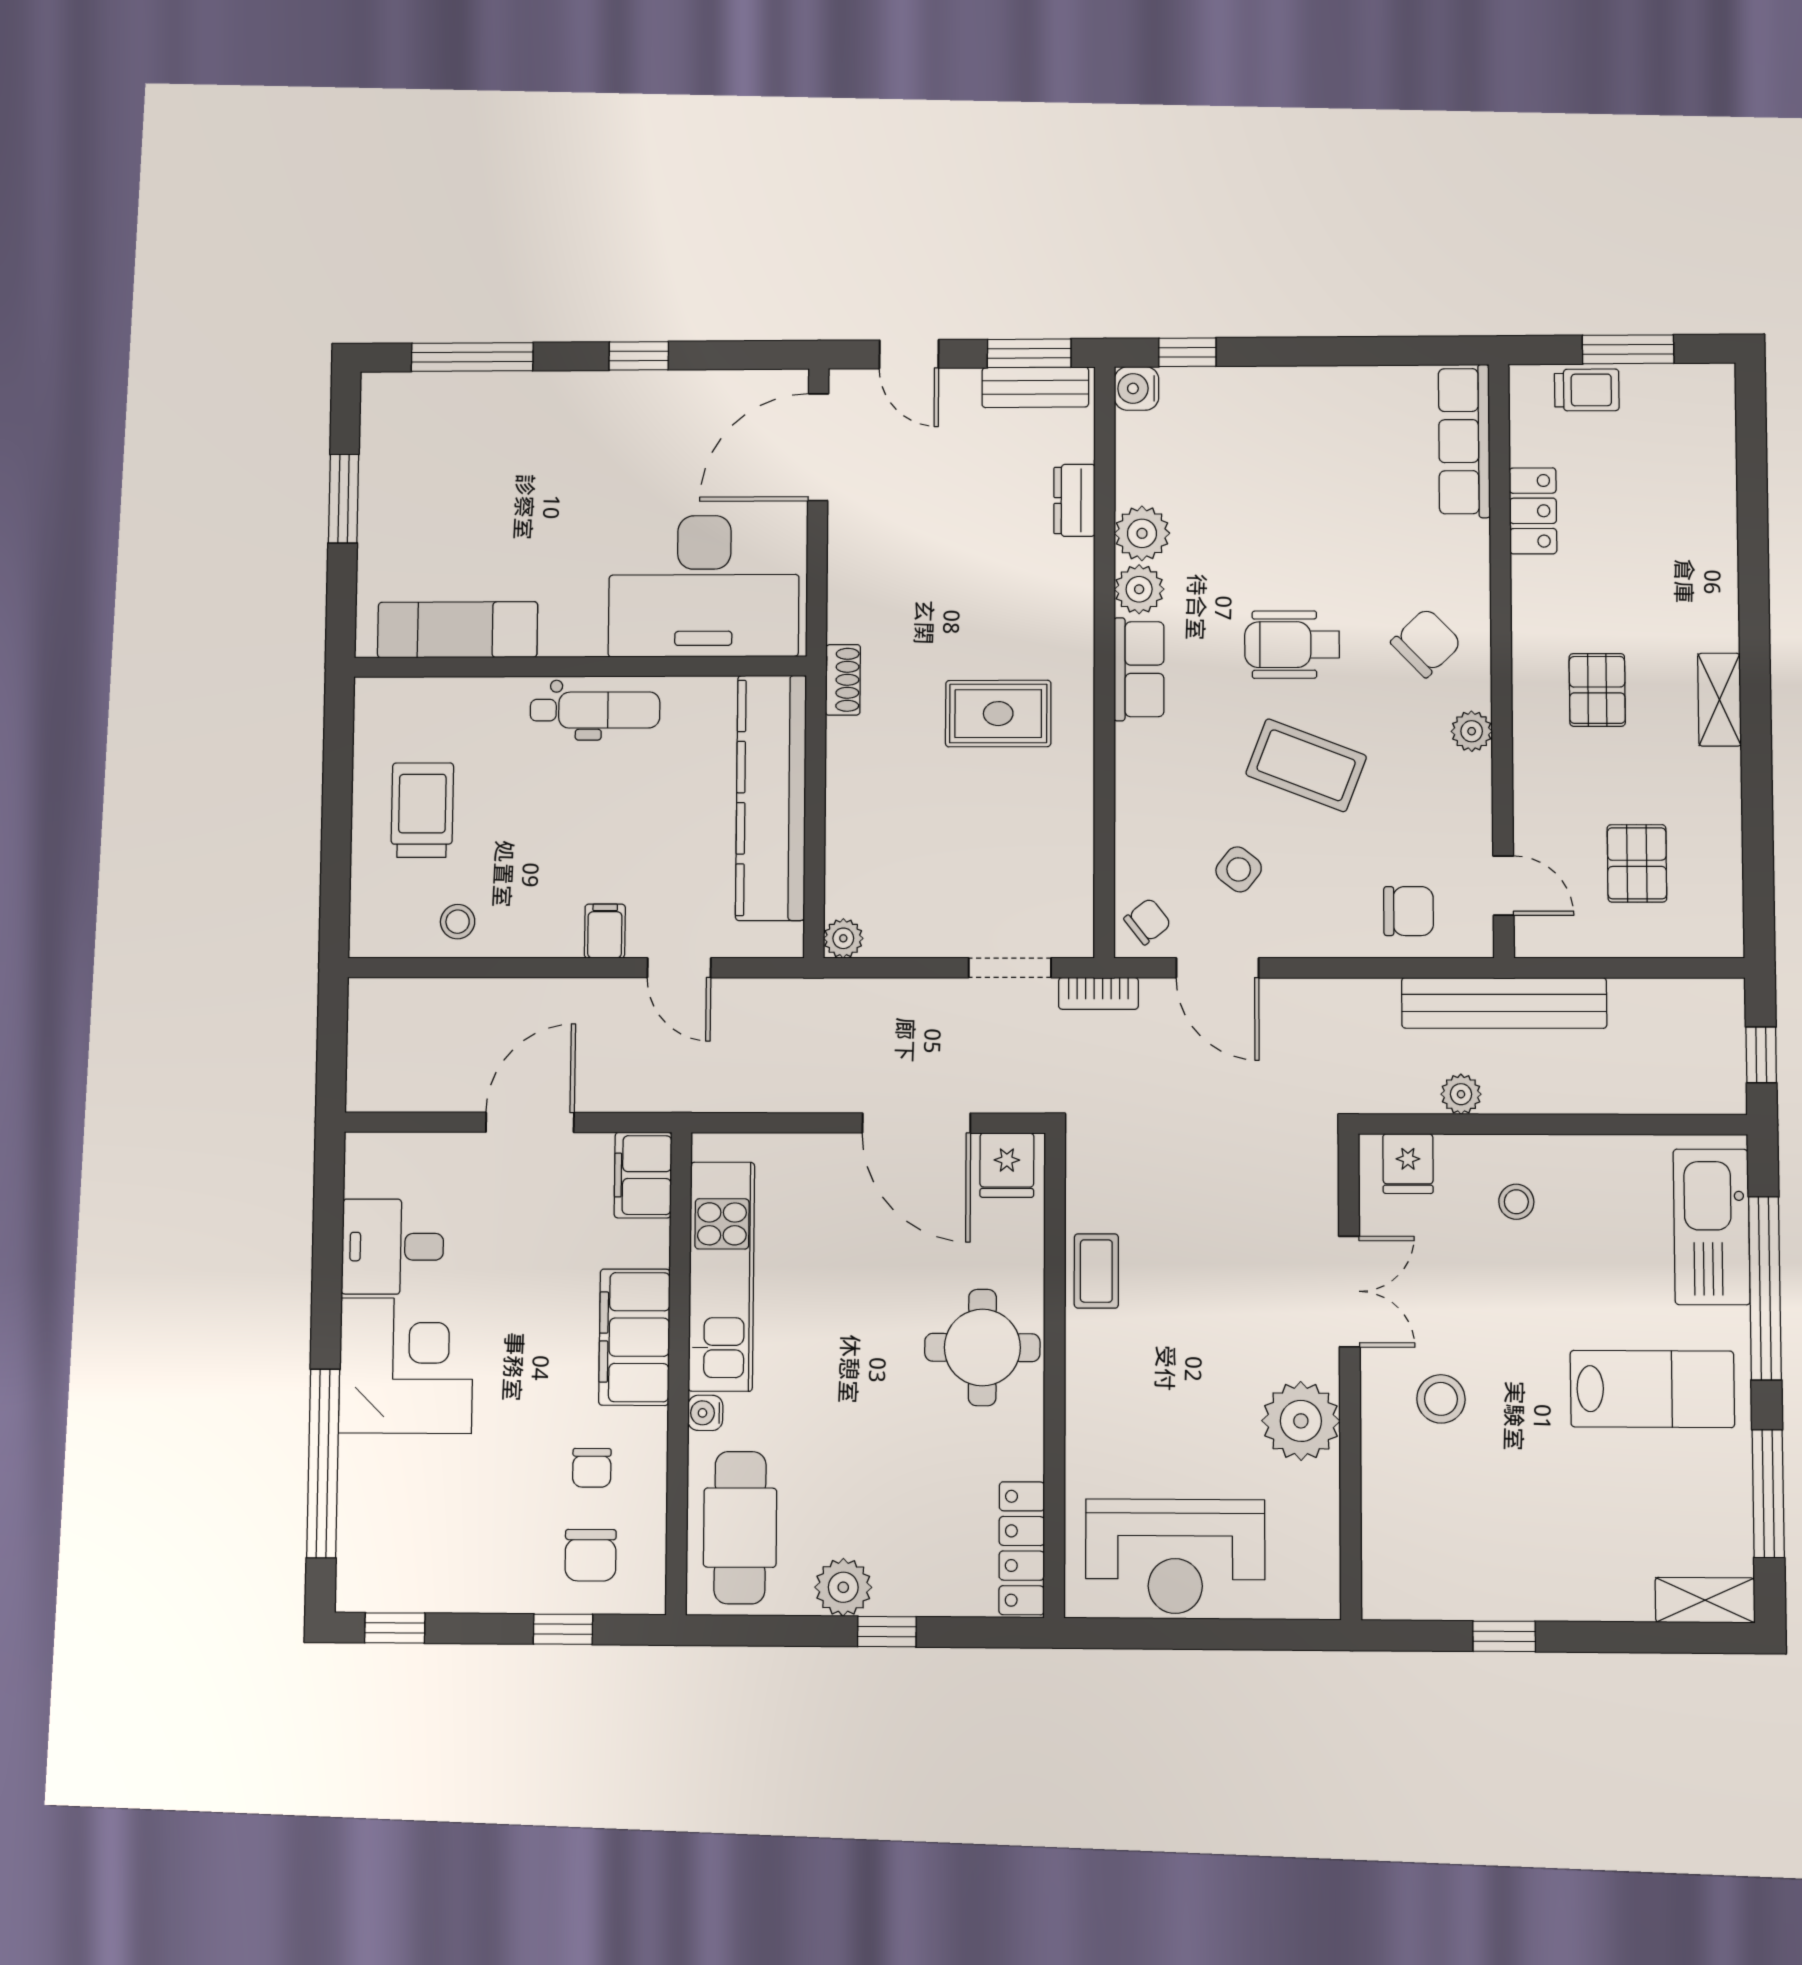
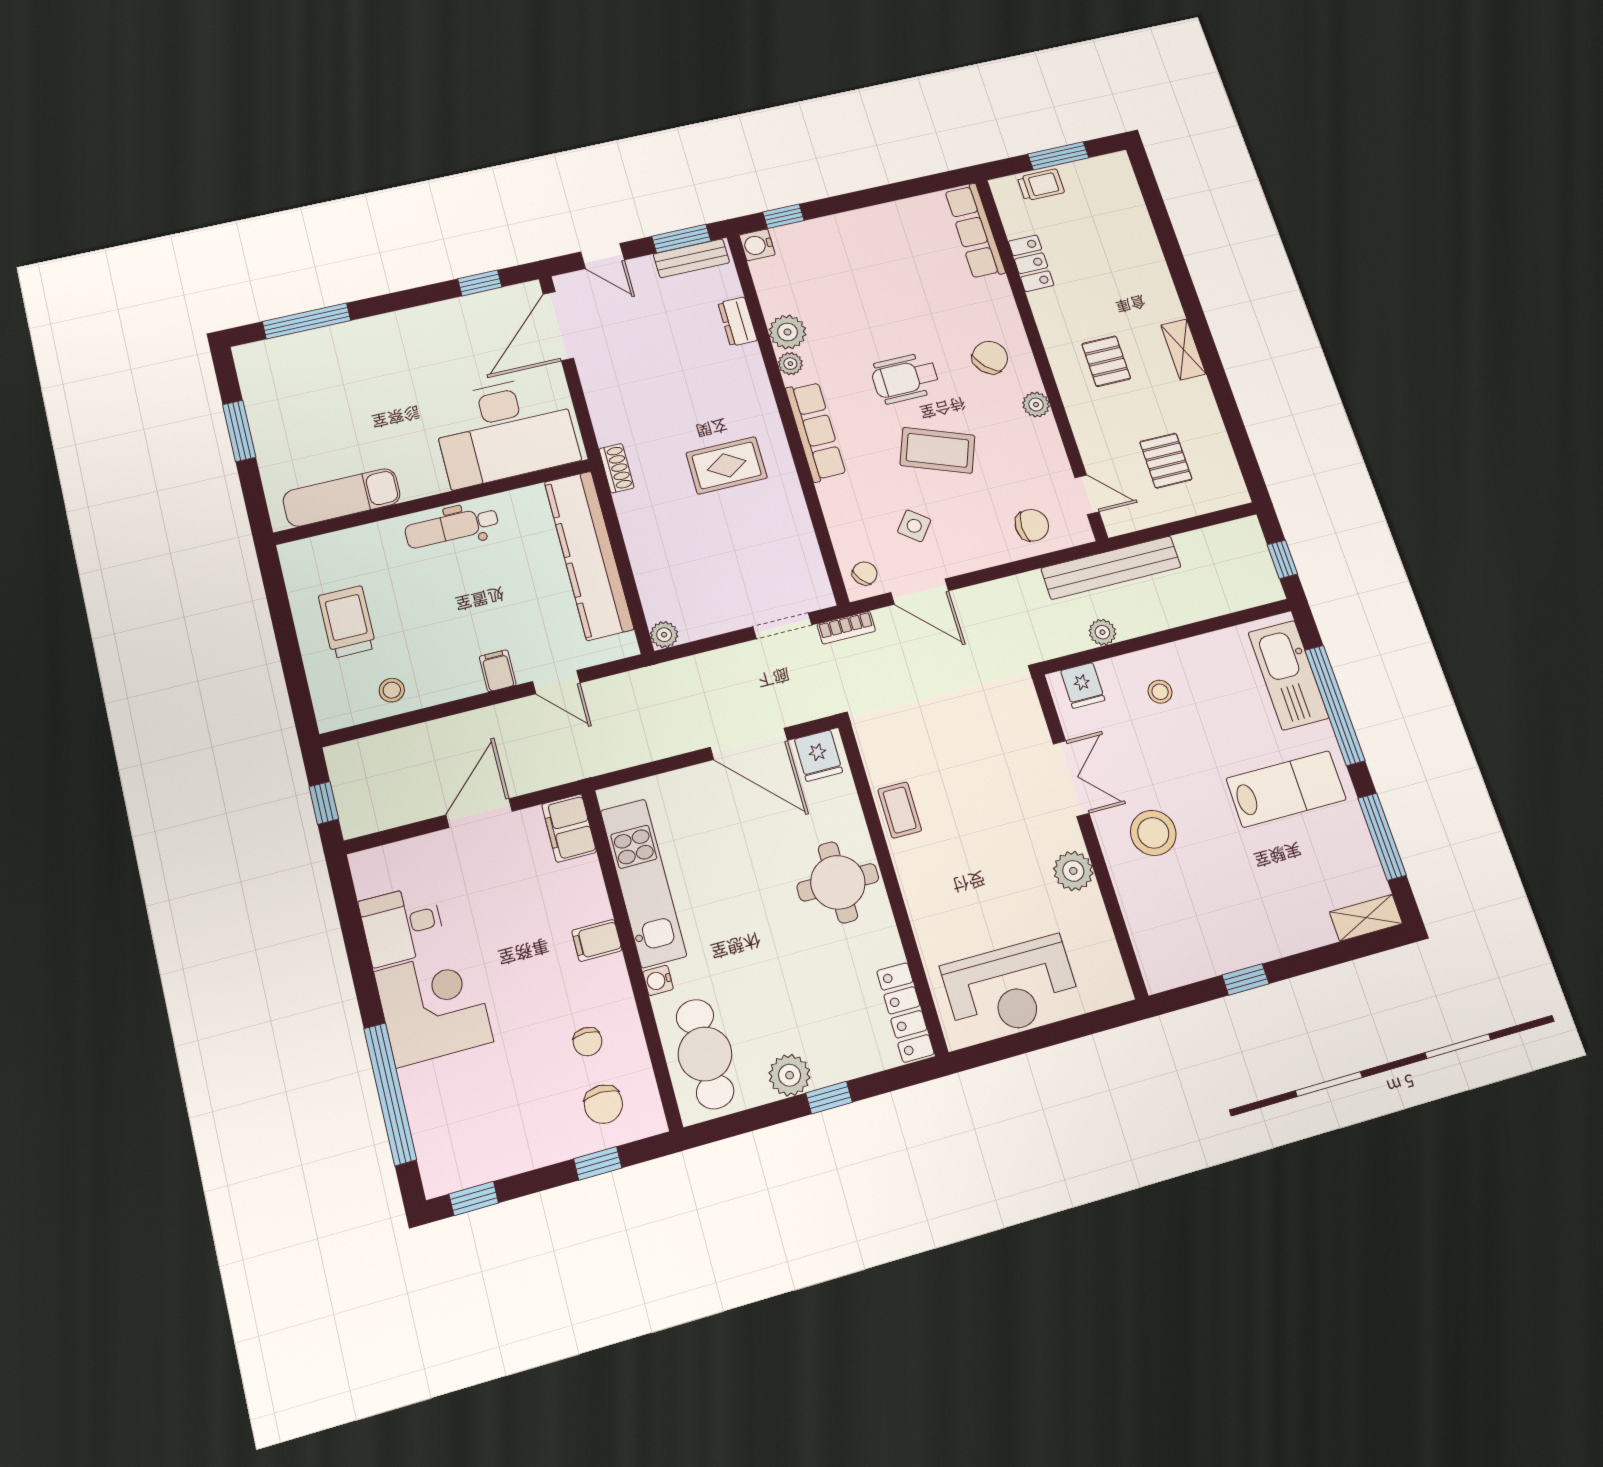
window: (639, 356) -> (480, 283), moved
plant: (1139, 589) -> (790, 364), width x0.73, depth x0.73
row of seats: (1139, 669) -> (816, 431), width x1.48
dental chair: (595, 710) -> (452, 527), turned 180
window: (332, 1054) -> (324, 803), added
filing cabinet: (634, 1337) -> (597, 940), width x0.33, depth x0.86
stool: (1441, 1399) -> (1153, 833), width x1.38, depth x1.38
plant: (1301, 1421) -> (1073, 871), width x0.73, depth x0.73

